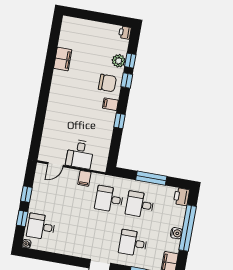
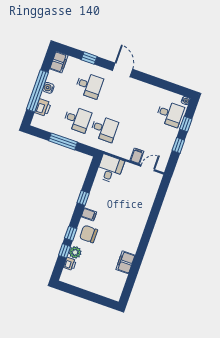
printer: (125, 33) -> (70, 264), moved
desk: (80, 154) -> (110, 169), moved
filing cabinet: (84, 178) -> (137, 156), moved
printer: (181, 197) -> (43, 108), moved

